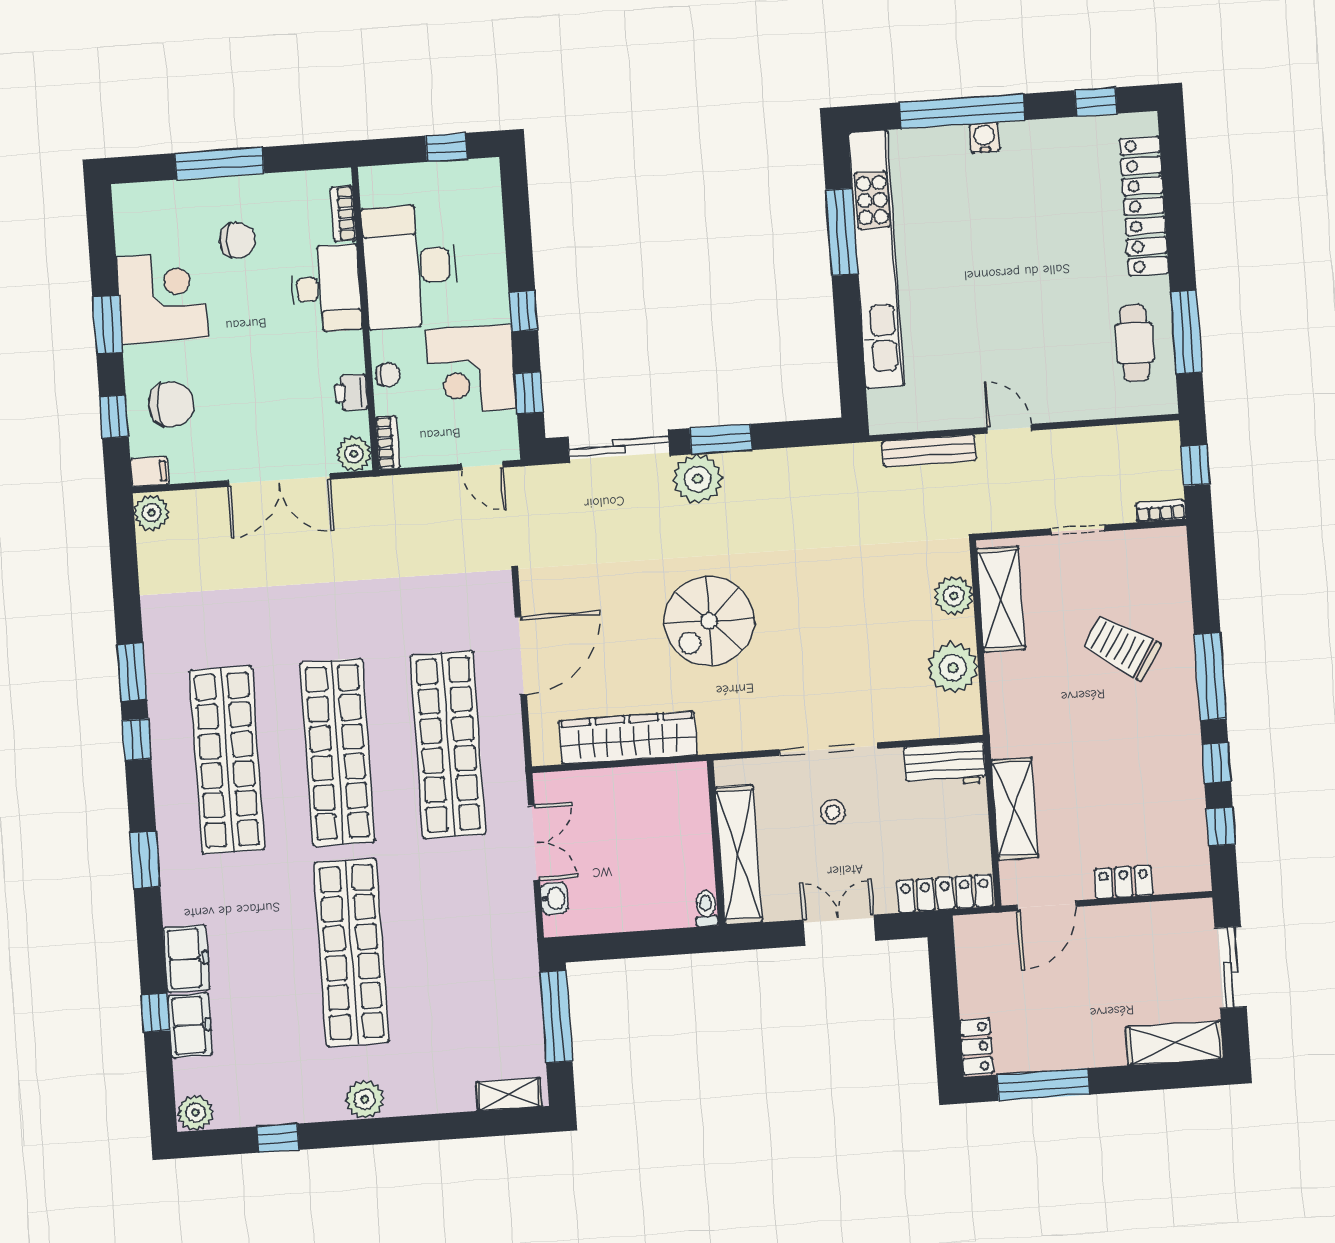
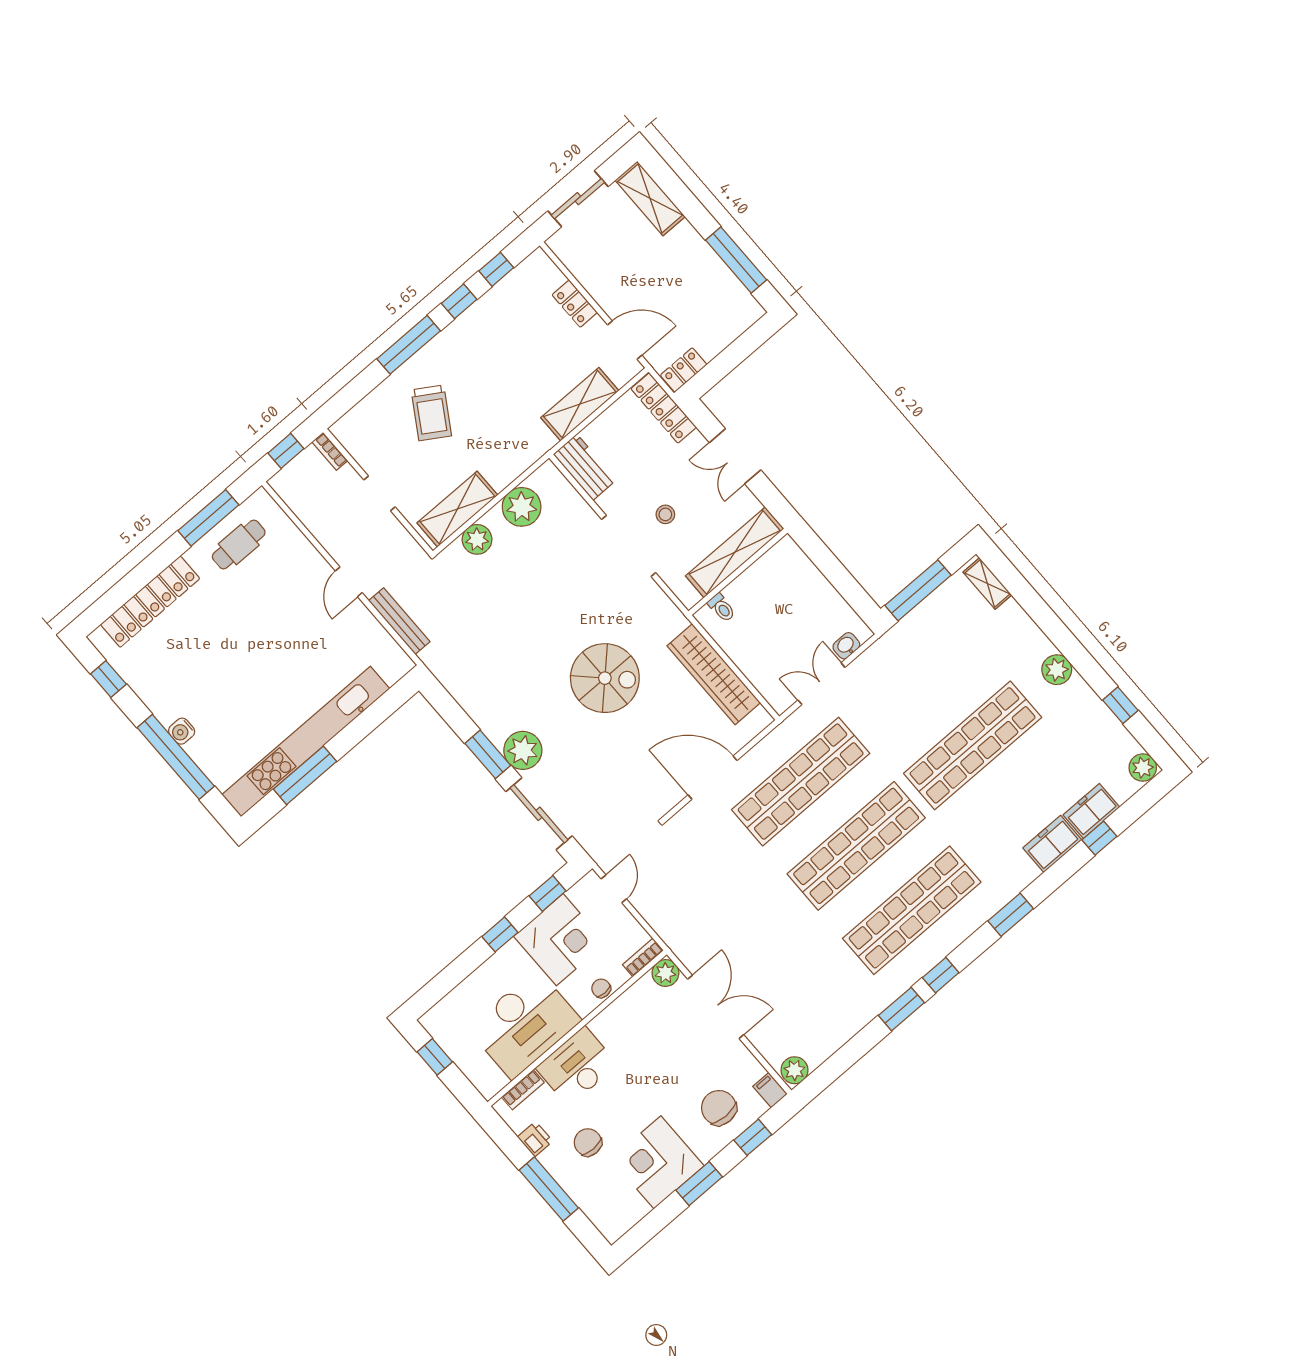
printer: (351, 393) -> (535, 1139), moved, turned -90
toilet: (706, 908) -> (722, 608), moved, turned -90
locker: (977, 1047) -> (684, 370), moved

